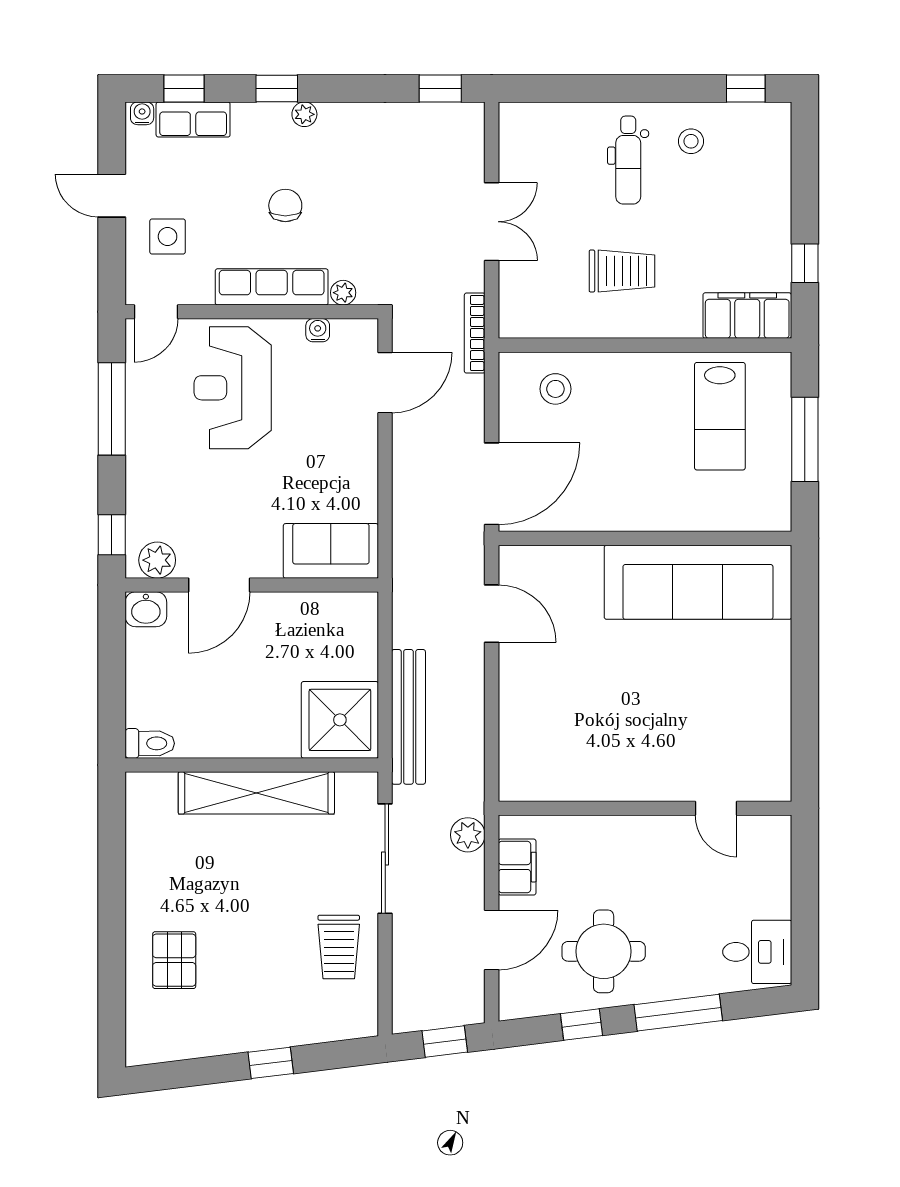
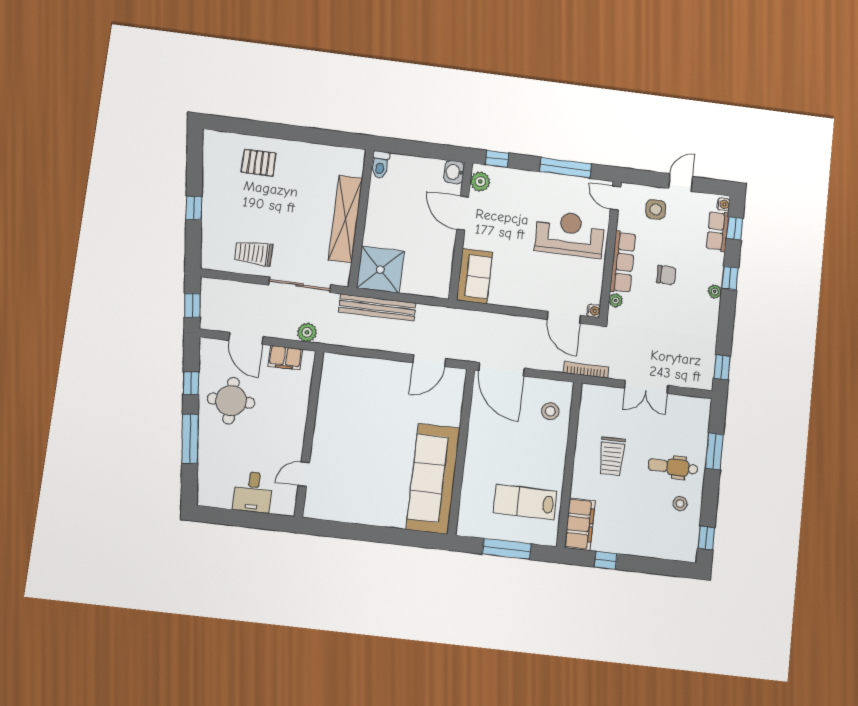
window: (592, 89) -> (714, 451), added
water cooler: (318, 330) -> (594, 311), moved
desk: (757, 952) -> (253, 492), moved

